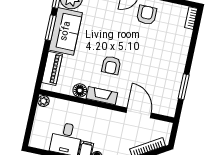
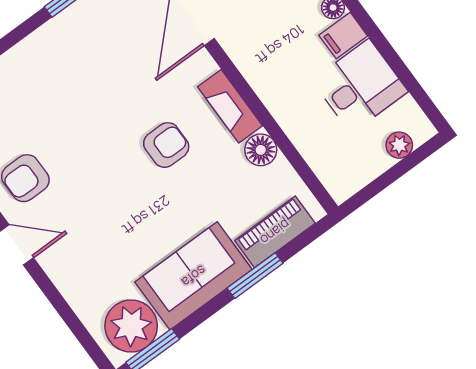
window: (51, 28) -> (255, 276), moved
plant: (43, 101) -> (399, 145), moved

